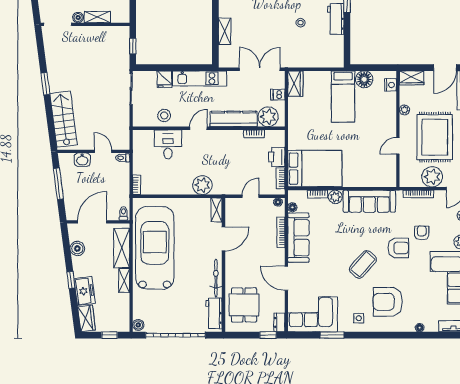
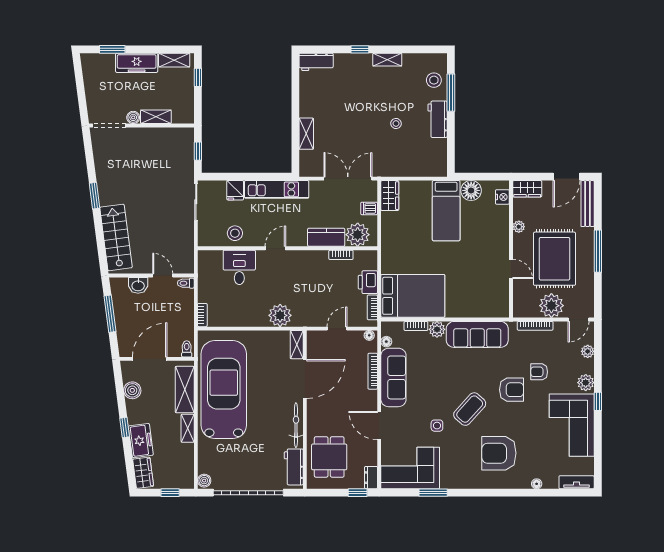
kitchen counter: (234, 119) -> (326, 237), width x0.67
door: (398, 146) -> (511, 269), swing flipped
armchair: (422, 233) -> (539, 372), turned -90
door: (223, 239) -> (305, 379), width x1.36
side table: (359, 318) -> (437, 426), moved

